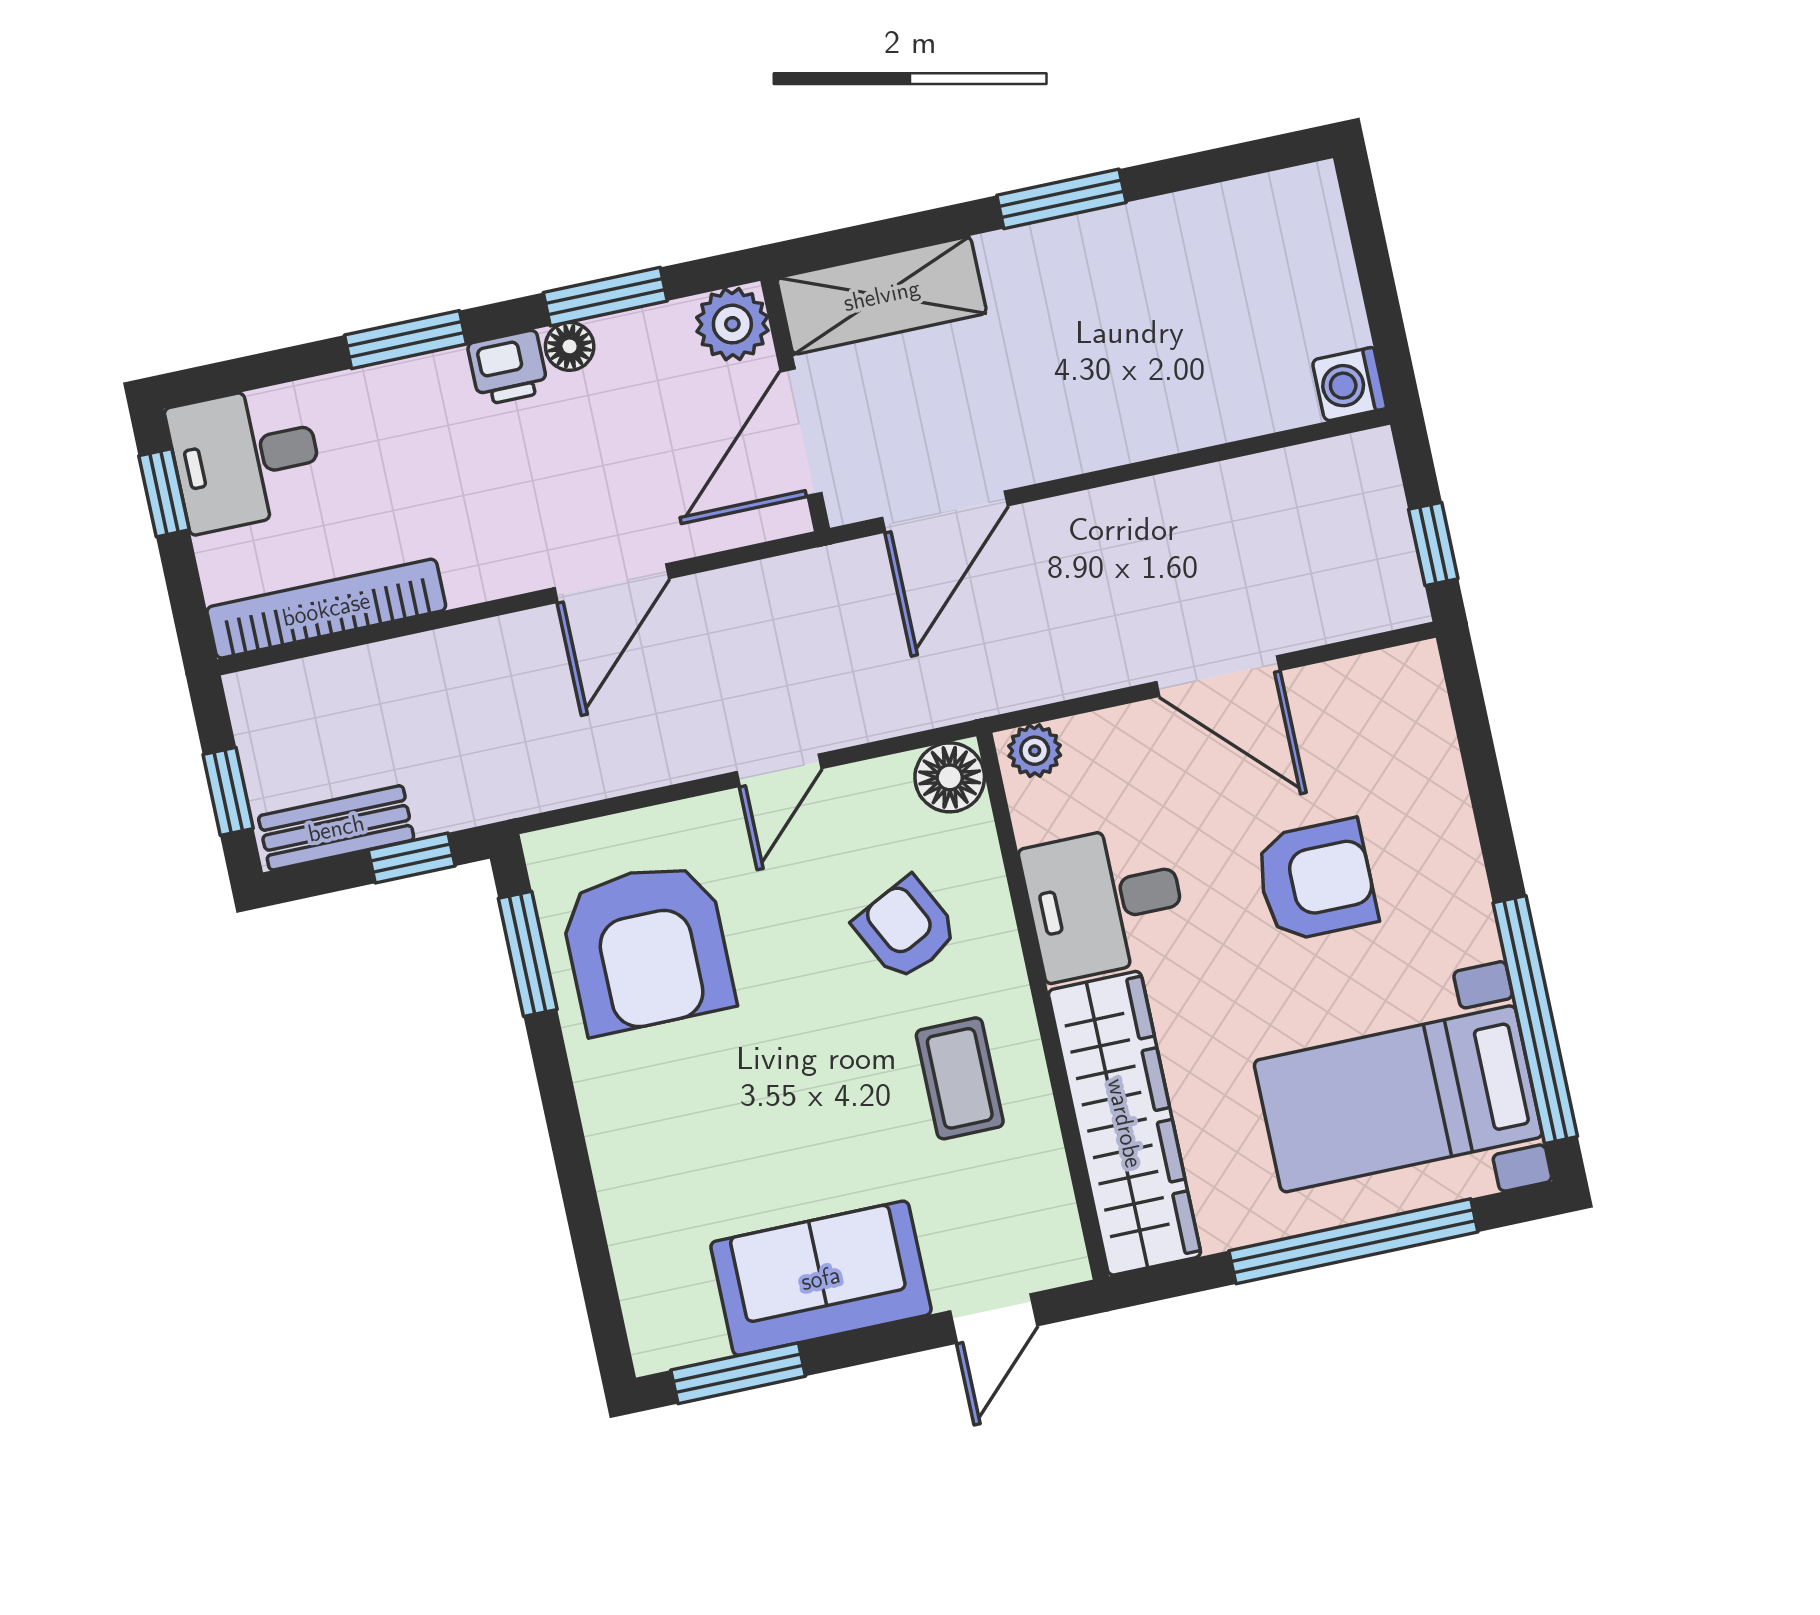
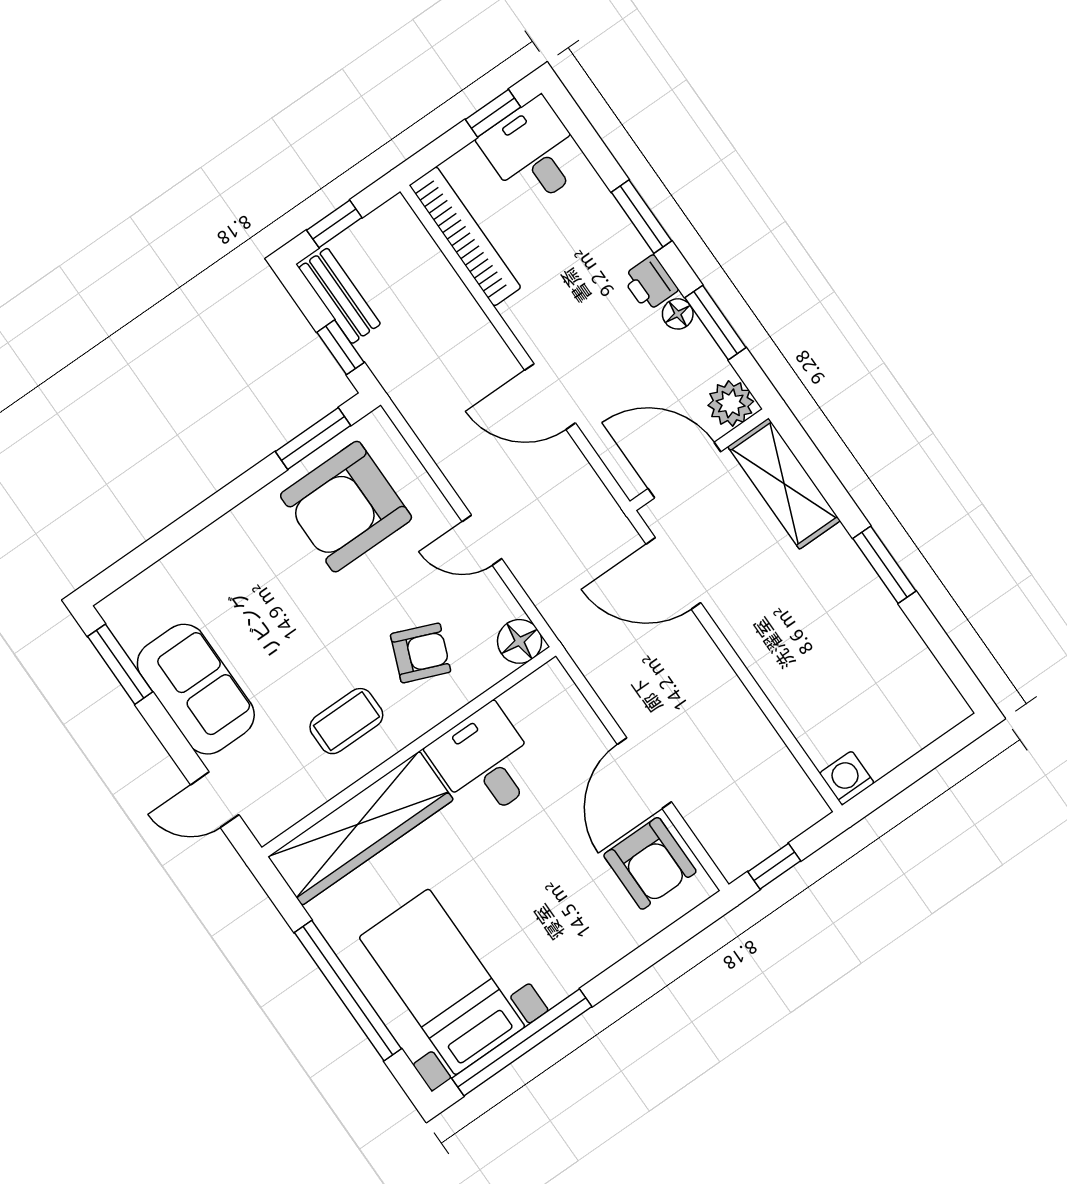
plant: (1035, 751) -> (556, 684), removed
armchair: (1316, 880) -> (650, 863), moved
armchair: (906, 929) -> (421, 653), turned 49

